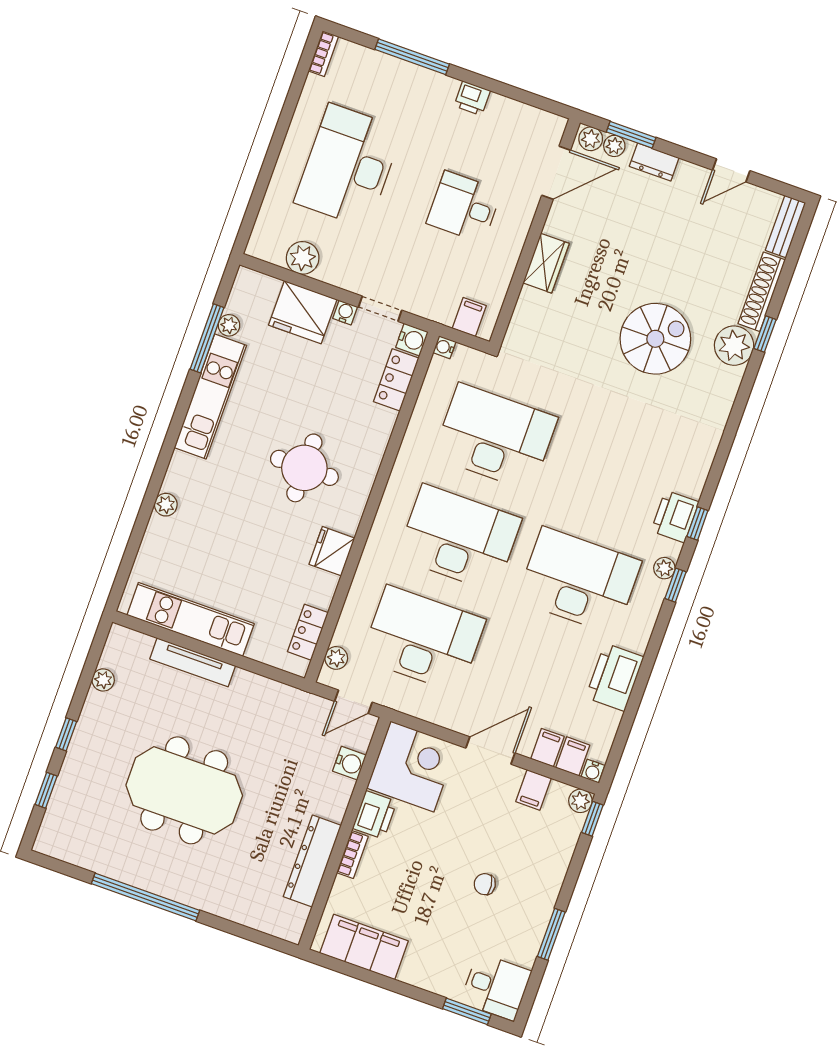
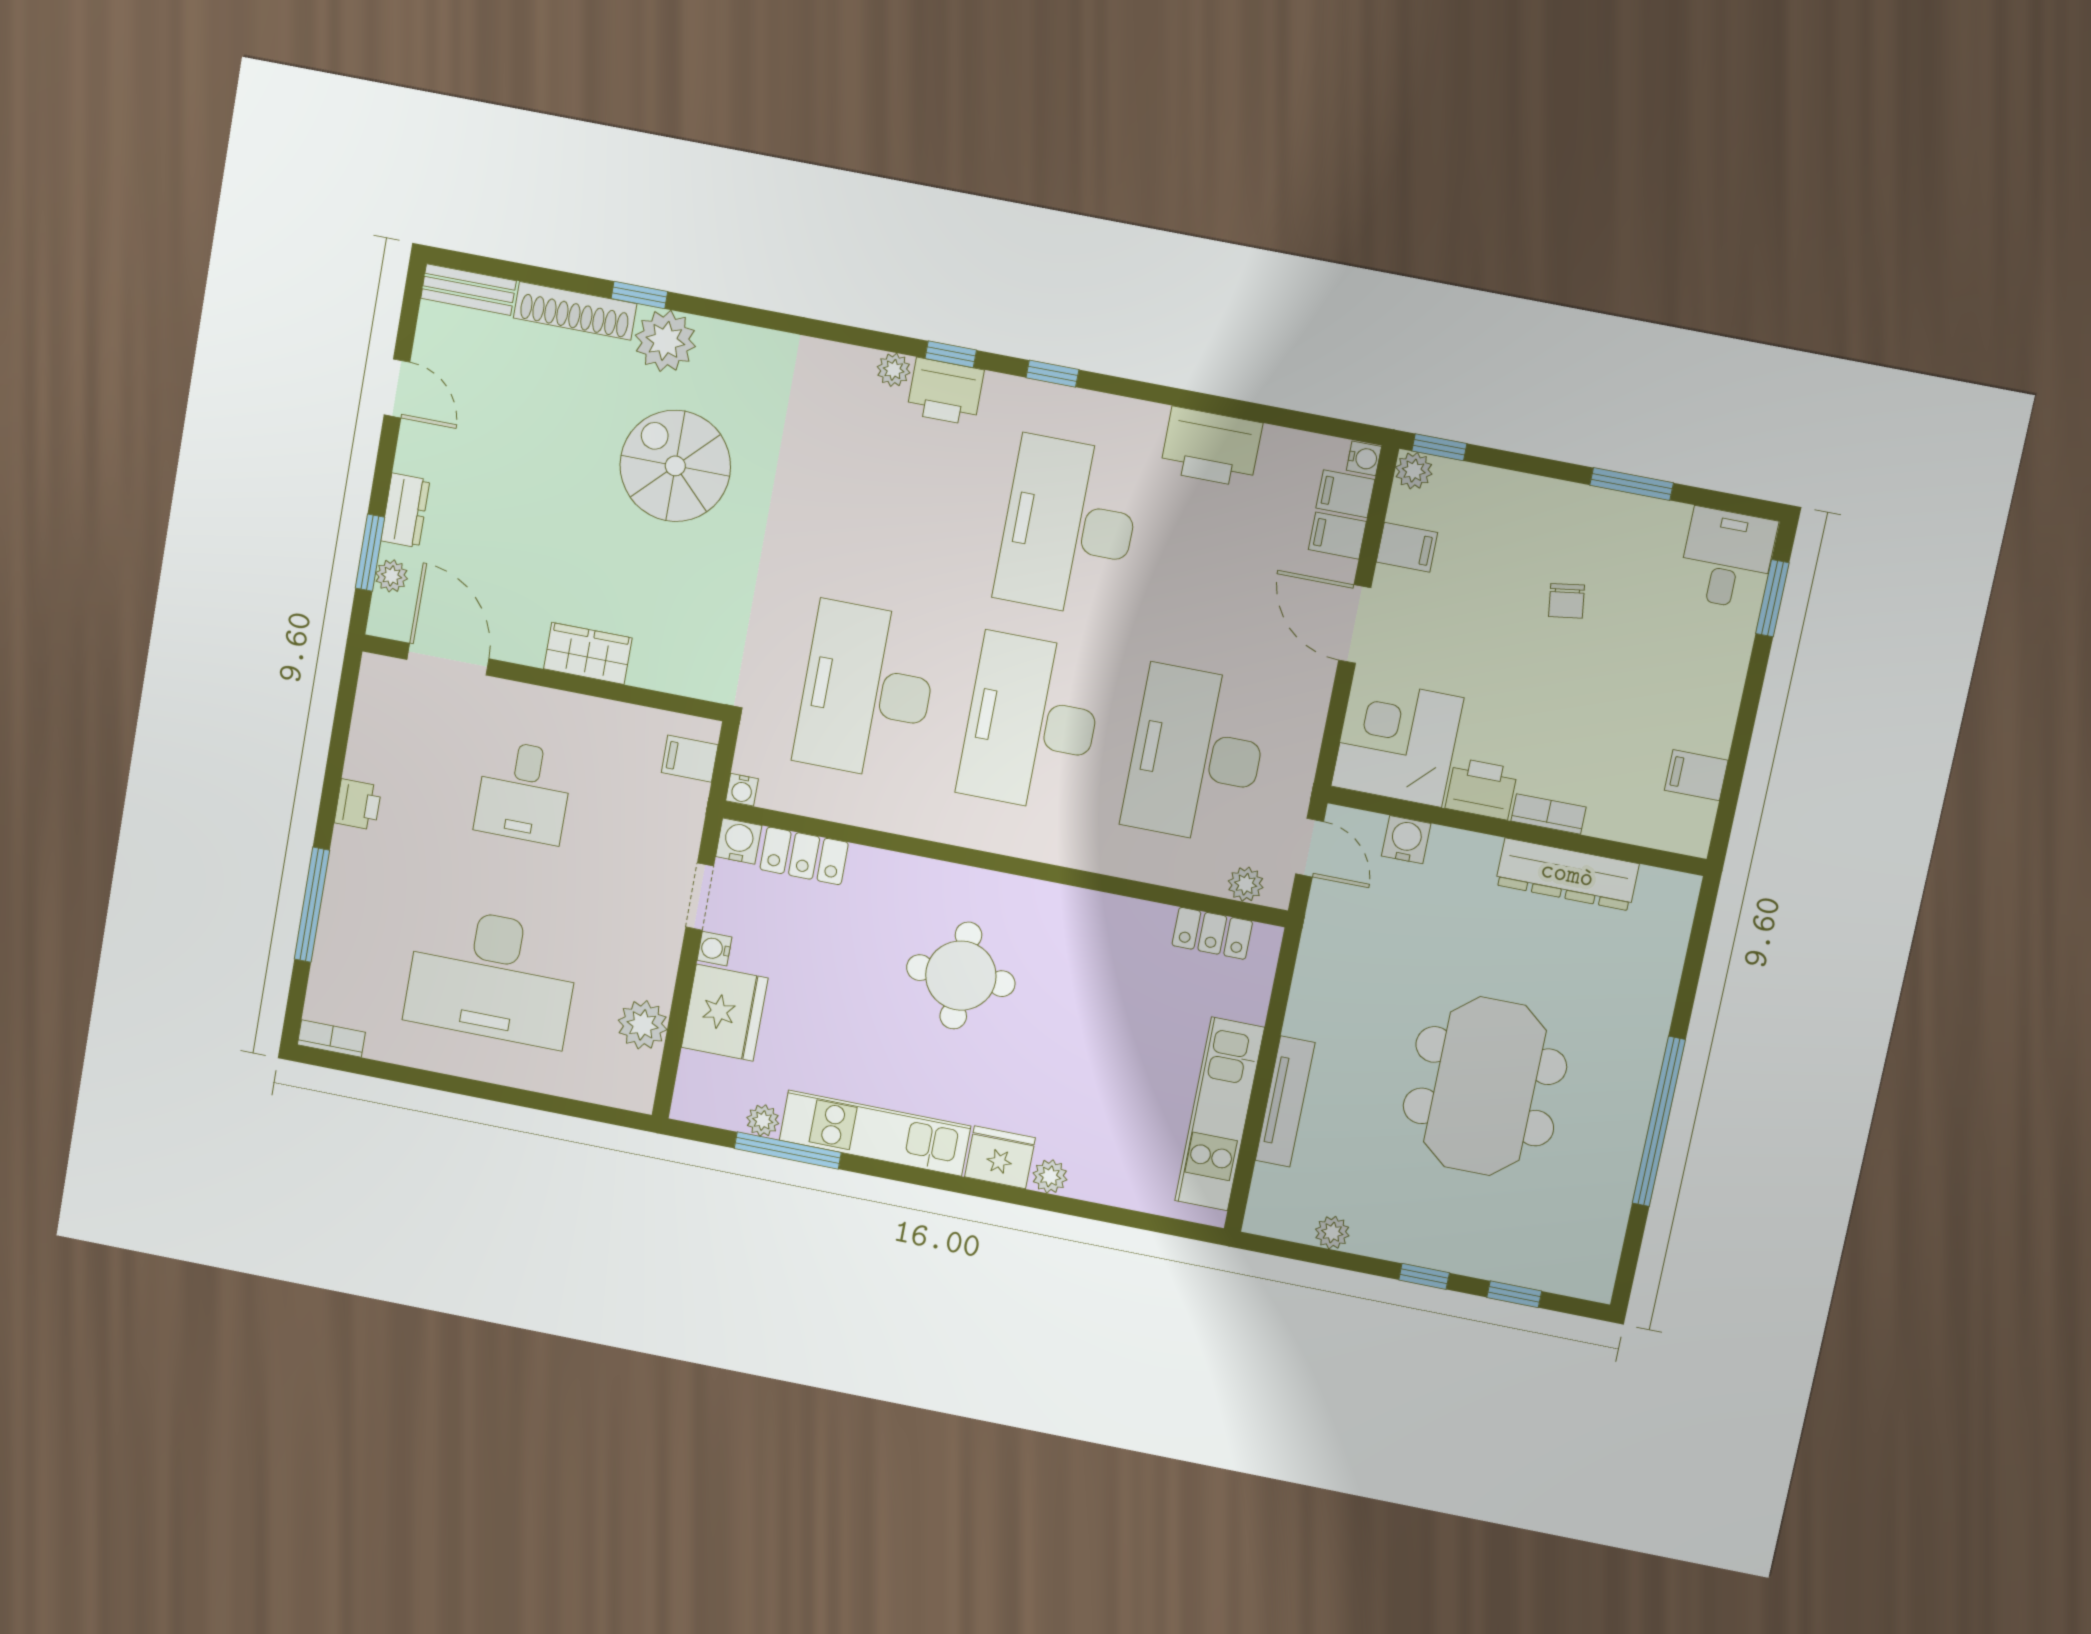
plant: (591, 139) -> (387, 614), removed
fridge: (332, 551) -> (1000, 1157), moved, turned 180
plant: (664, 568) -> (894, 370), moved
filing cabinet: (364, 947) -> (1696, 775), width x0.33, depth x0.86

